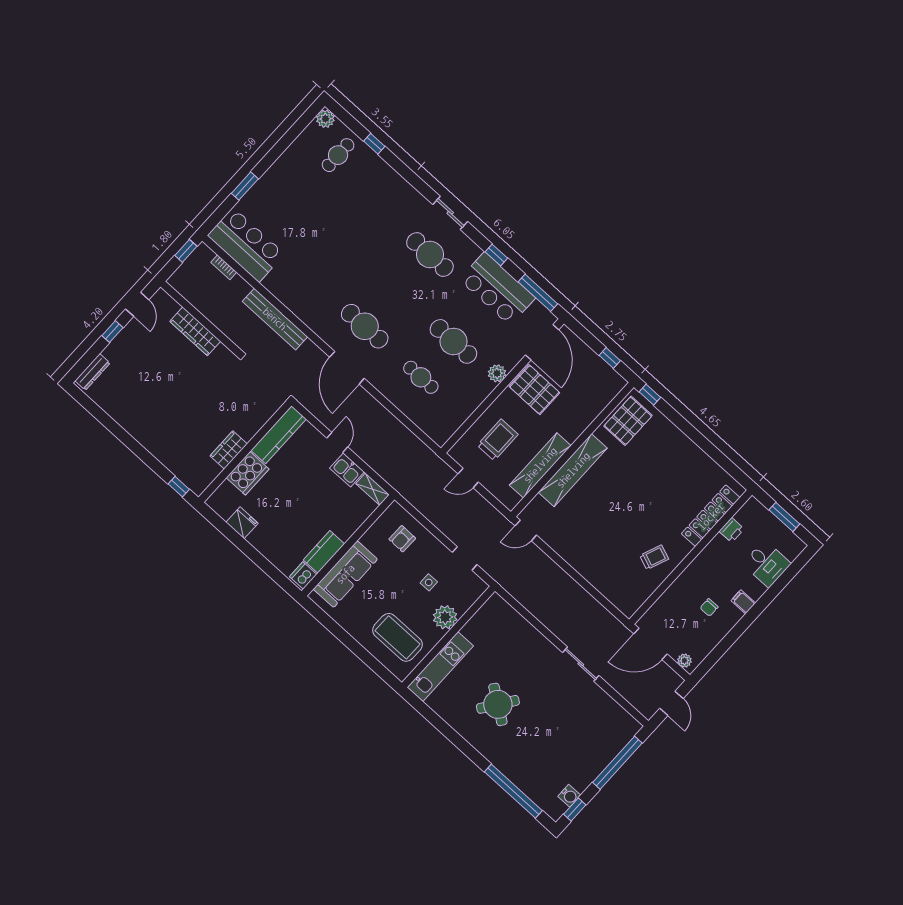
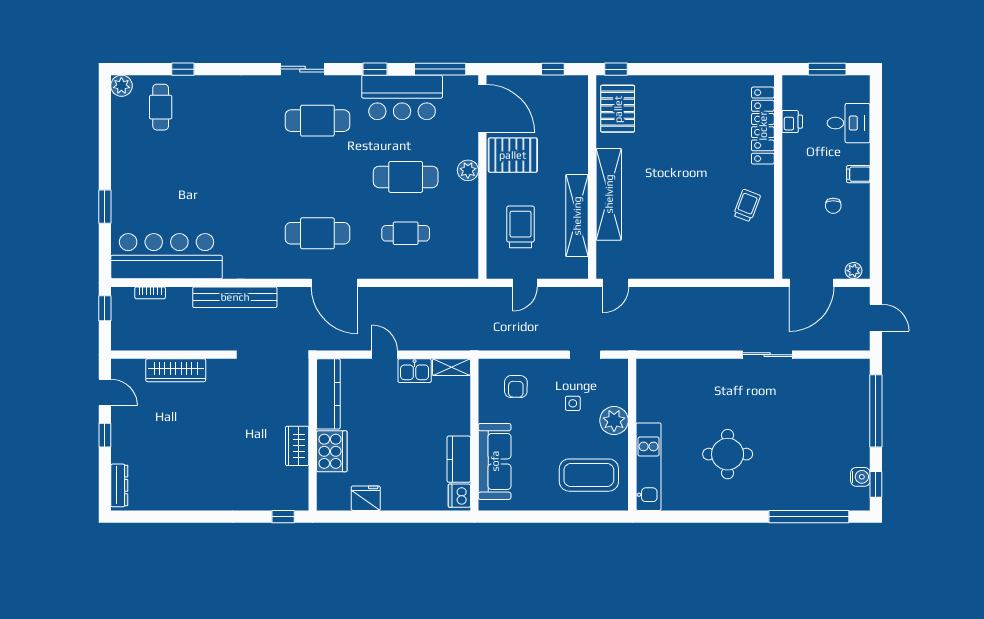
bar counter: (246, 245) -> (167, 256), width x1.36
round table: (498, 704) -> (728, 454), turned -35

